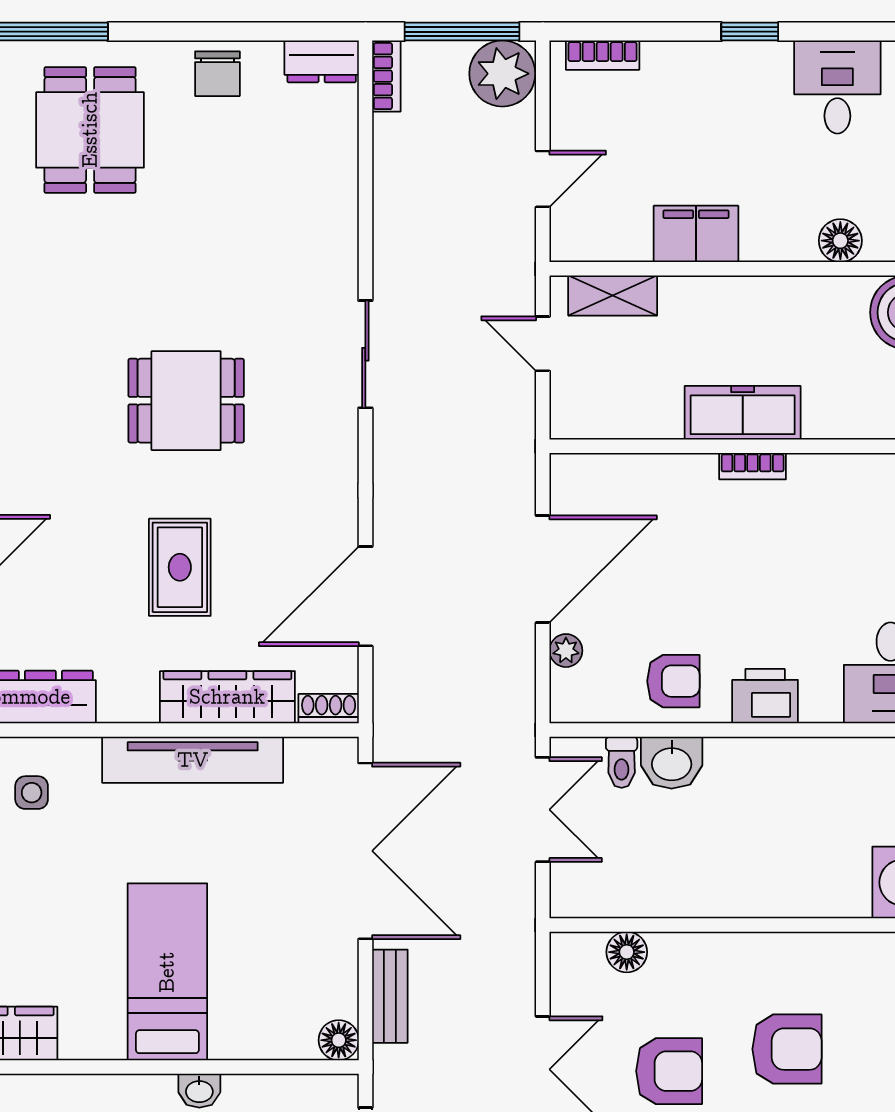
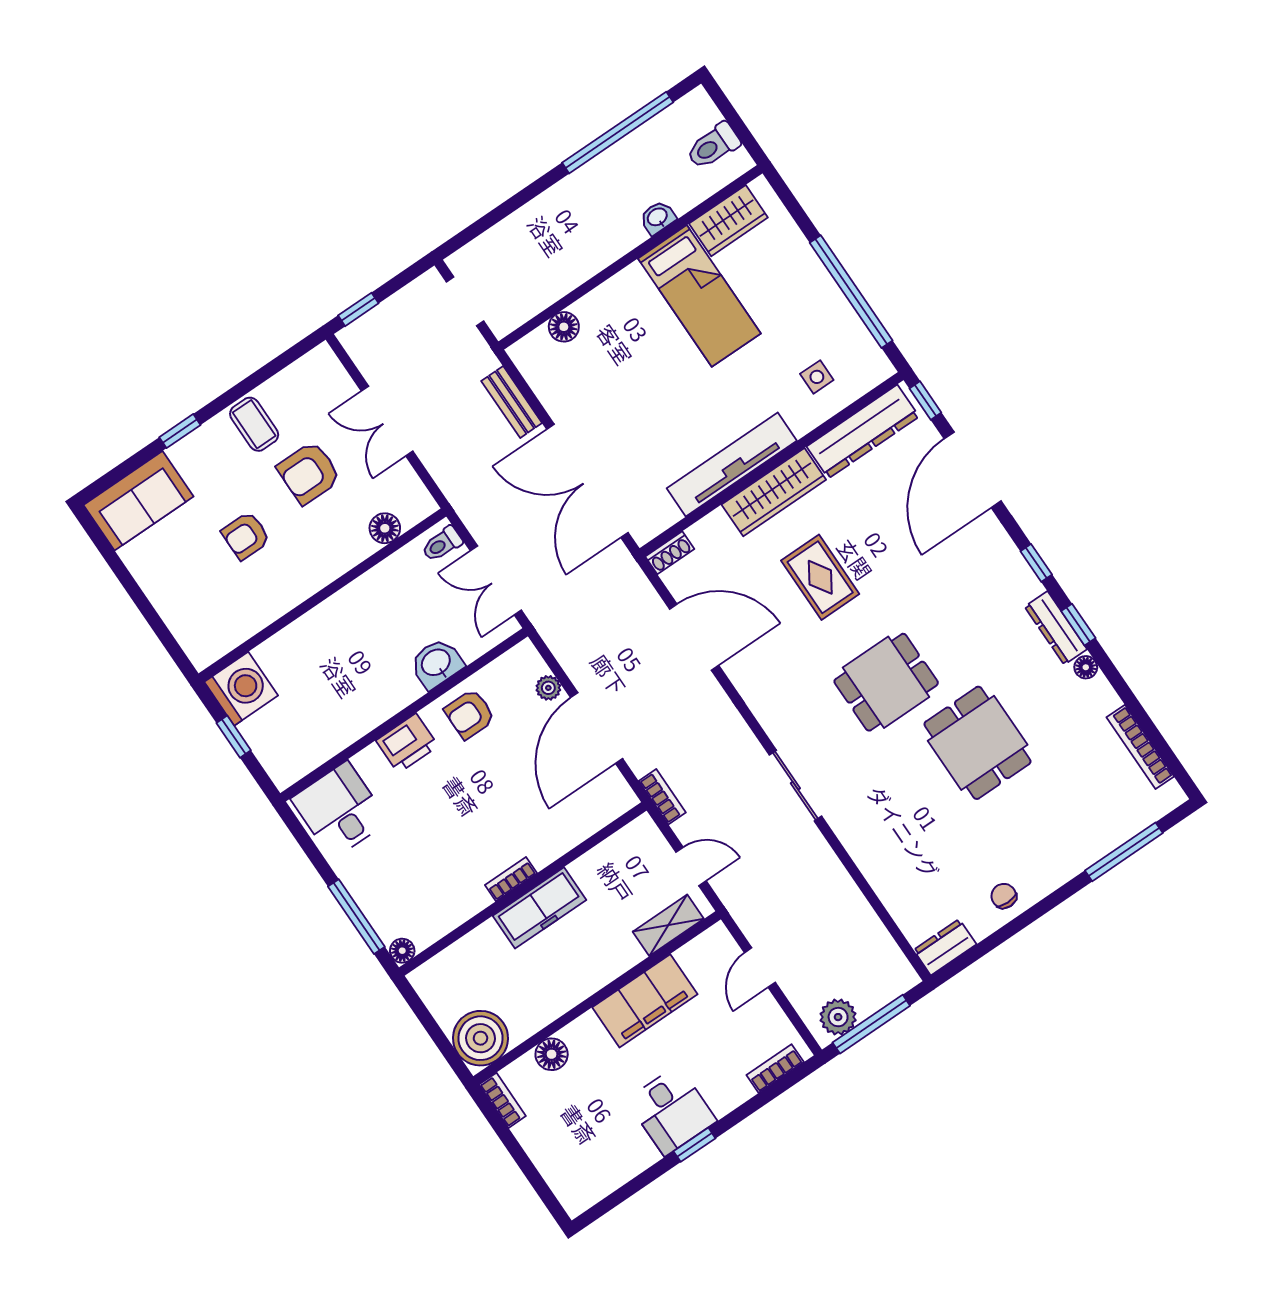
chair: (217, 74) -> (1004, 896), width x0.73, depth x0.73
plant: (502, 74) -> (838, 1017), width x0.73, depth x0.73
bookcase: (386, 76) -> (662, 797), moved, turned 180
desk: (837, 87) -> (672, 1111), moved
dining table: (90, 130) -> (978, 743), moved
filing cabinet: (696, 234) -> (645, 1001), width x1.50, depth x1.17
door: (365, 596) -> (694, 637), hinge flipped
wardrobe: (227, 697) -> (774, 492), moved
toilet: (622, 762) -> (442, 544), moved, turned -90
bed: (167, 972) -> (699, 296), moved
floor lamp: (339, 1040) -> (564, 327), moved
armchair: (787, 1049) -> (246, 536), width x0.72, depth x0.72
washbasin: (199, 1091) -> (658, 217), moved

